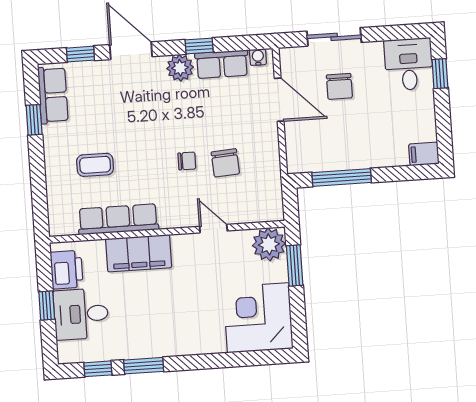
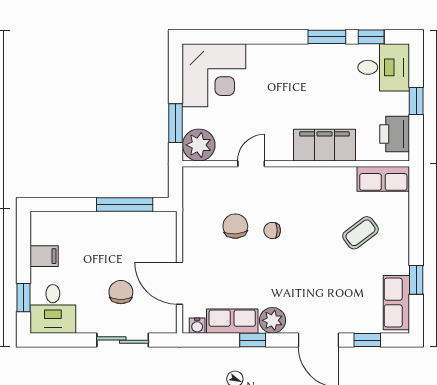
filing cabinet: (424, 154) -> (44, 256), moved
coffee table: (95, 165) -> (360, 233), turned -37
row of seats: (118, 219) -> (383, 179), moved, width x0.68
door: (213, 229) -> (251, 164), swing flipped
desk: (81, 314) -> (384, 67), moved

